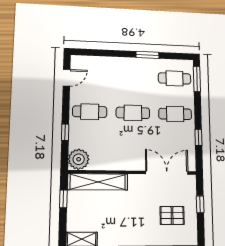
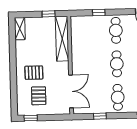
plant: (79, 159) -> (79, 24), removed
window: (200, 204) -> (31, 118), moved
pallet: (142, 221) -> (34, 73), added

